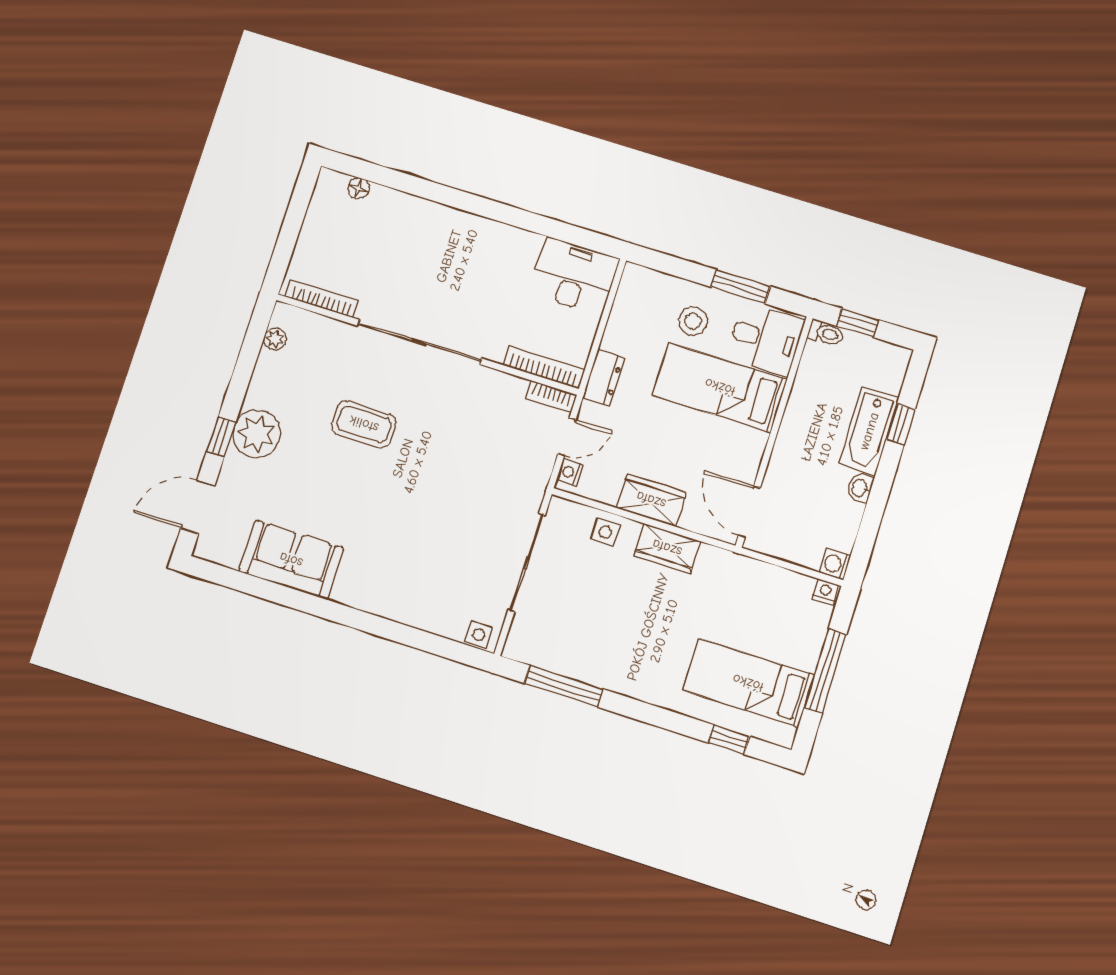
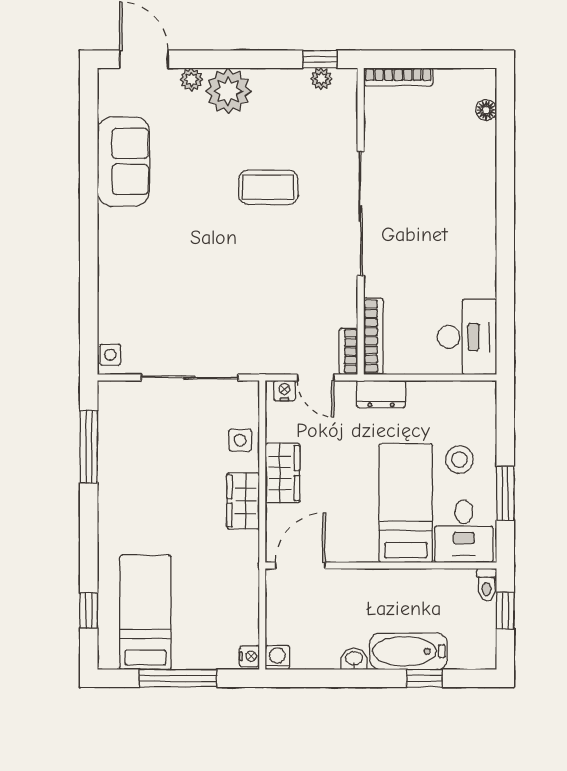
bookcase: (322, 299) -> (398, 77), moved, turned 90
coffee table: (364, 424) -> (268, 187), turned 90
window: (221, 437) -> (320, 59), moved
plant: (233, 466) -> (191, 79), added

